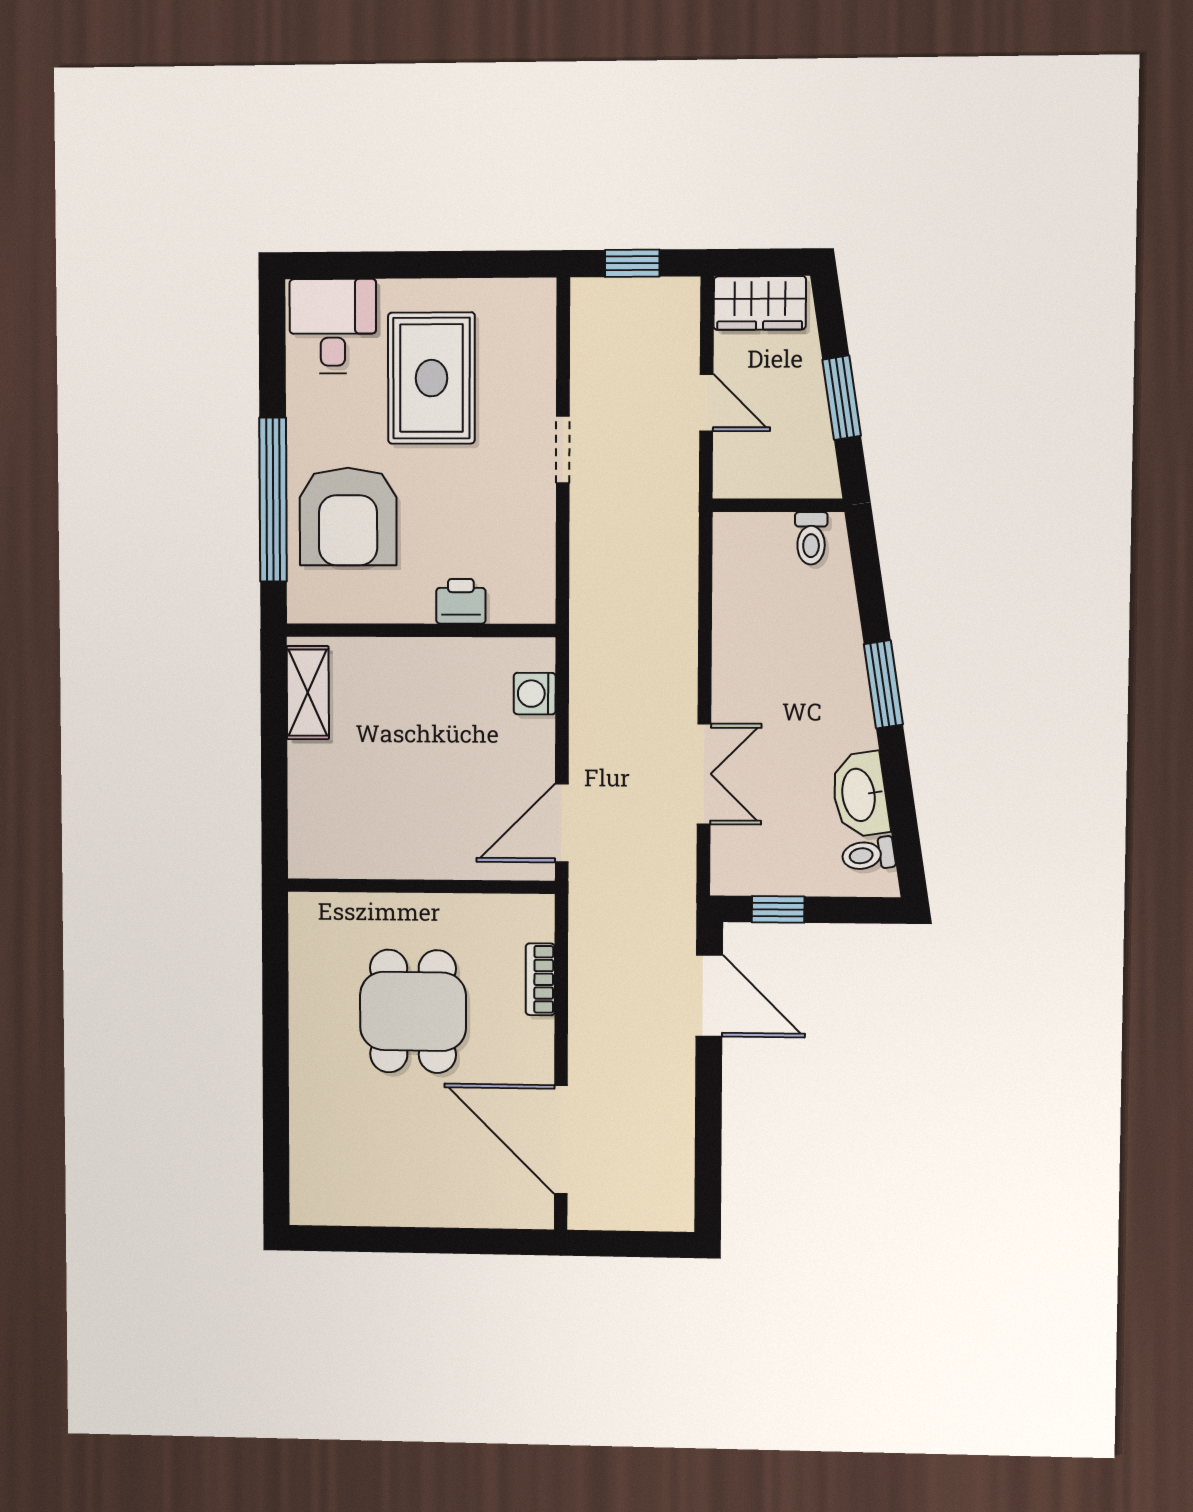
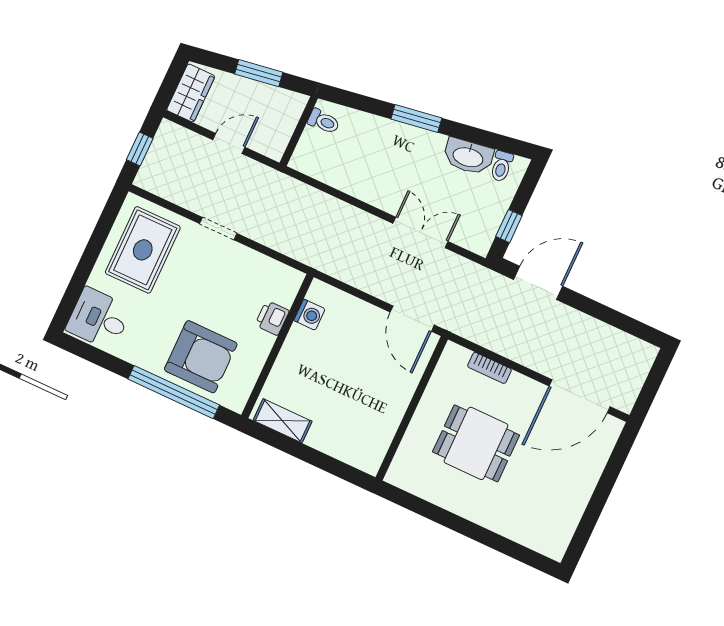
rug: (431, 378) -> (143, 250), moved, turned 90
washing machine: (535, 694) -> (309, 315), moved, turned -90

